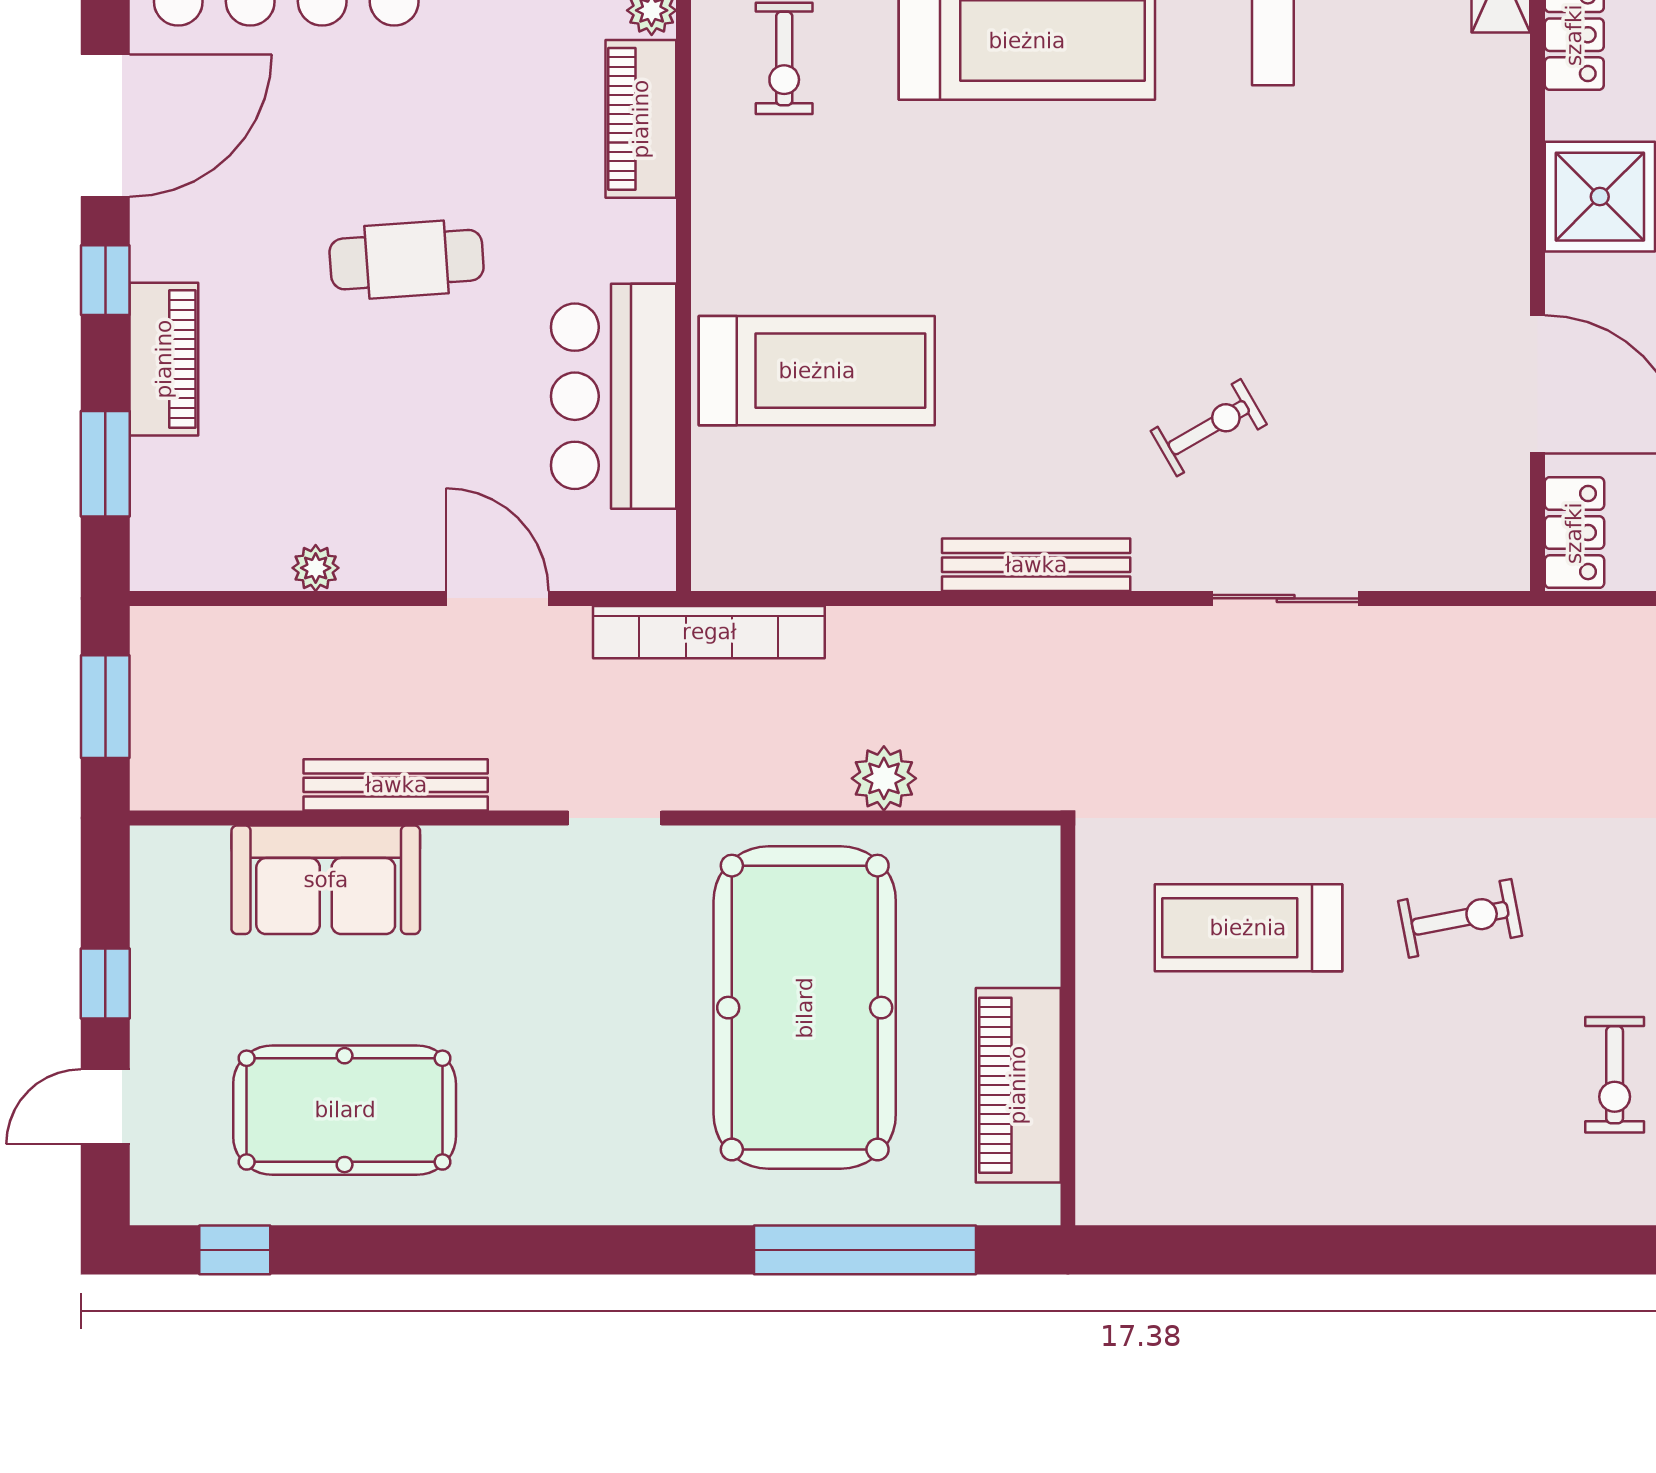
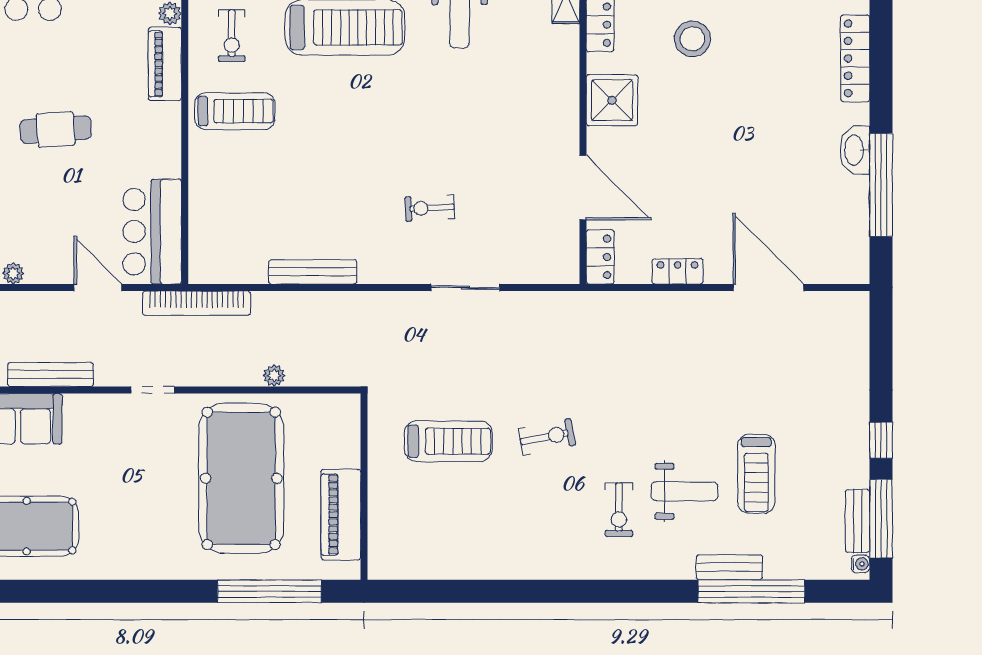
treadmill: (817, 371) -> (235, 111), moved, width x0.73, depth x0.73
bar counter: (614, 396) -> (152, 232), moved
exercise bike: (1209, 428) -> (430, 208), turned -153
bench: (1036, 565) -> (313, 272), moved
plant: (884, 778) -> (274, 376), width x0.73, depth x0.73
treadmill: (1248, 928) -> (448, 441), turned 180

